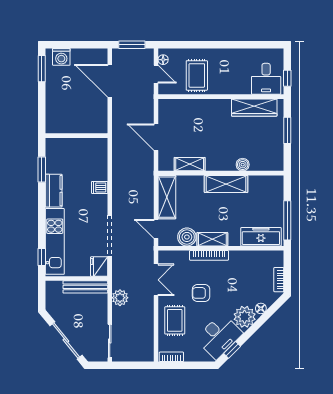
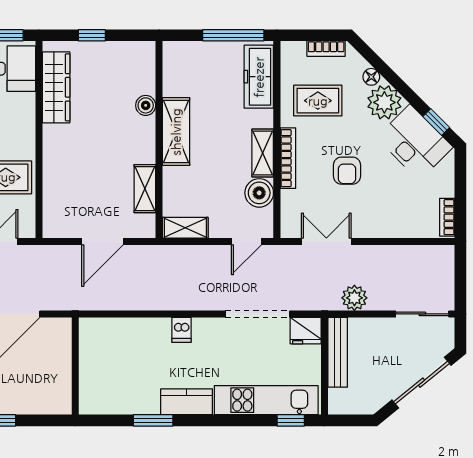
window: (287, 130) -> (92, 35), width x0.67
wall: (77, 136) -> (75, 366), moved
shelving: (167, 197) -> (185, 228), width x0.67, depth x0.75
rug: (175, 320) -> (318, 101), moved

